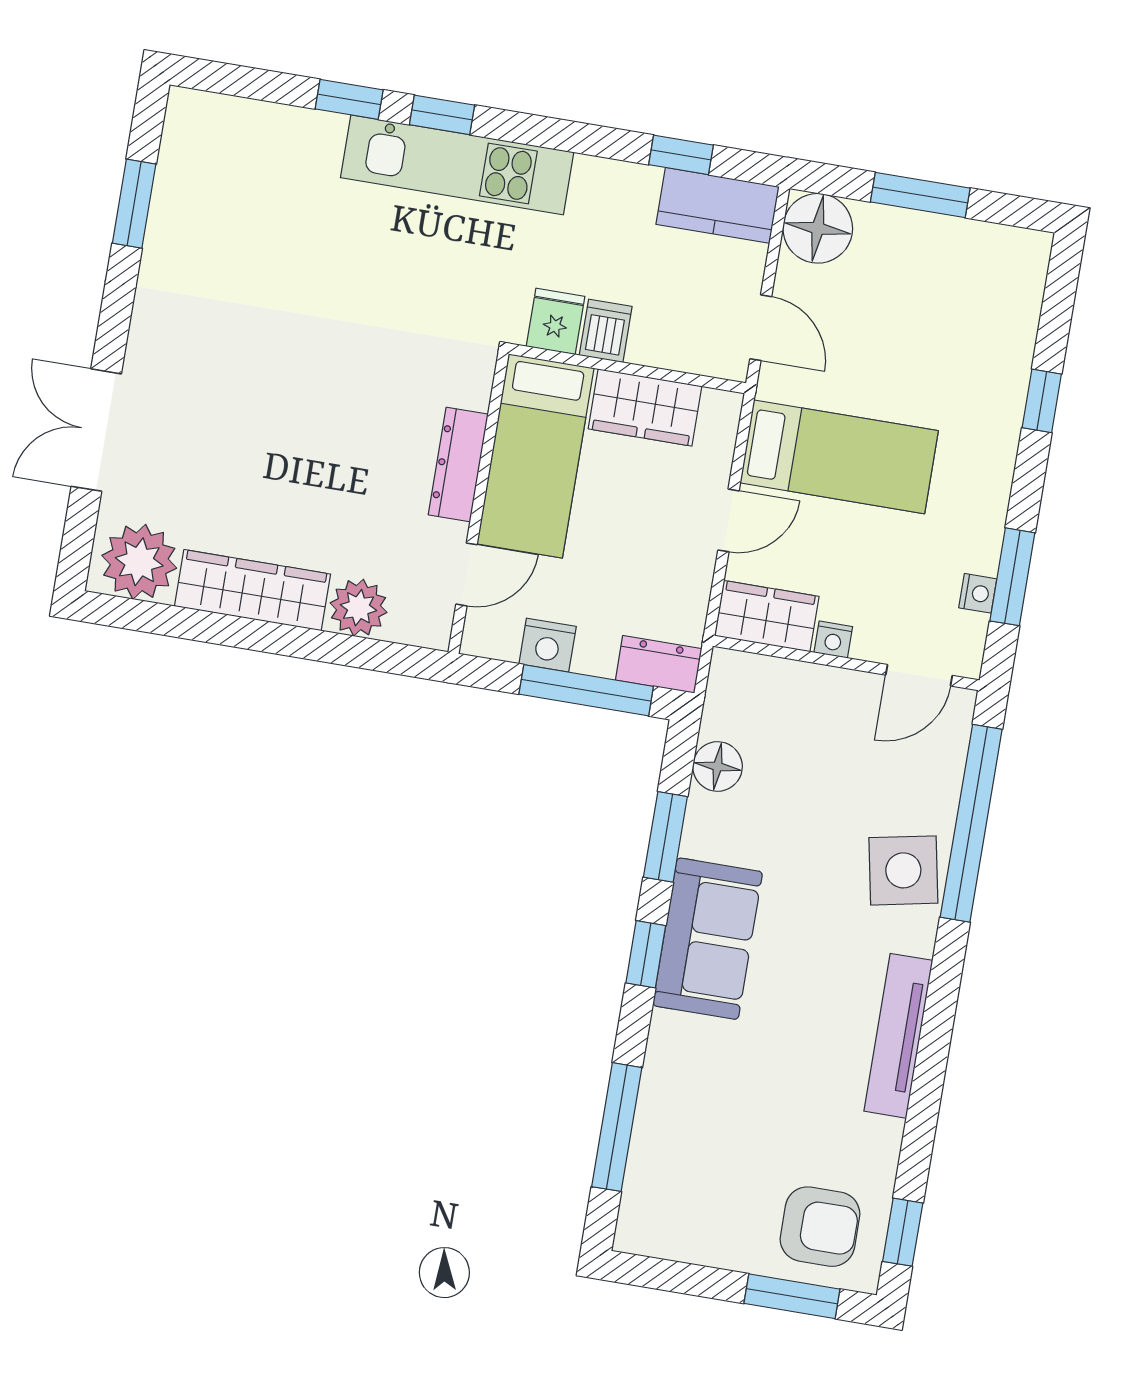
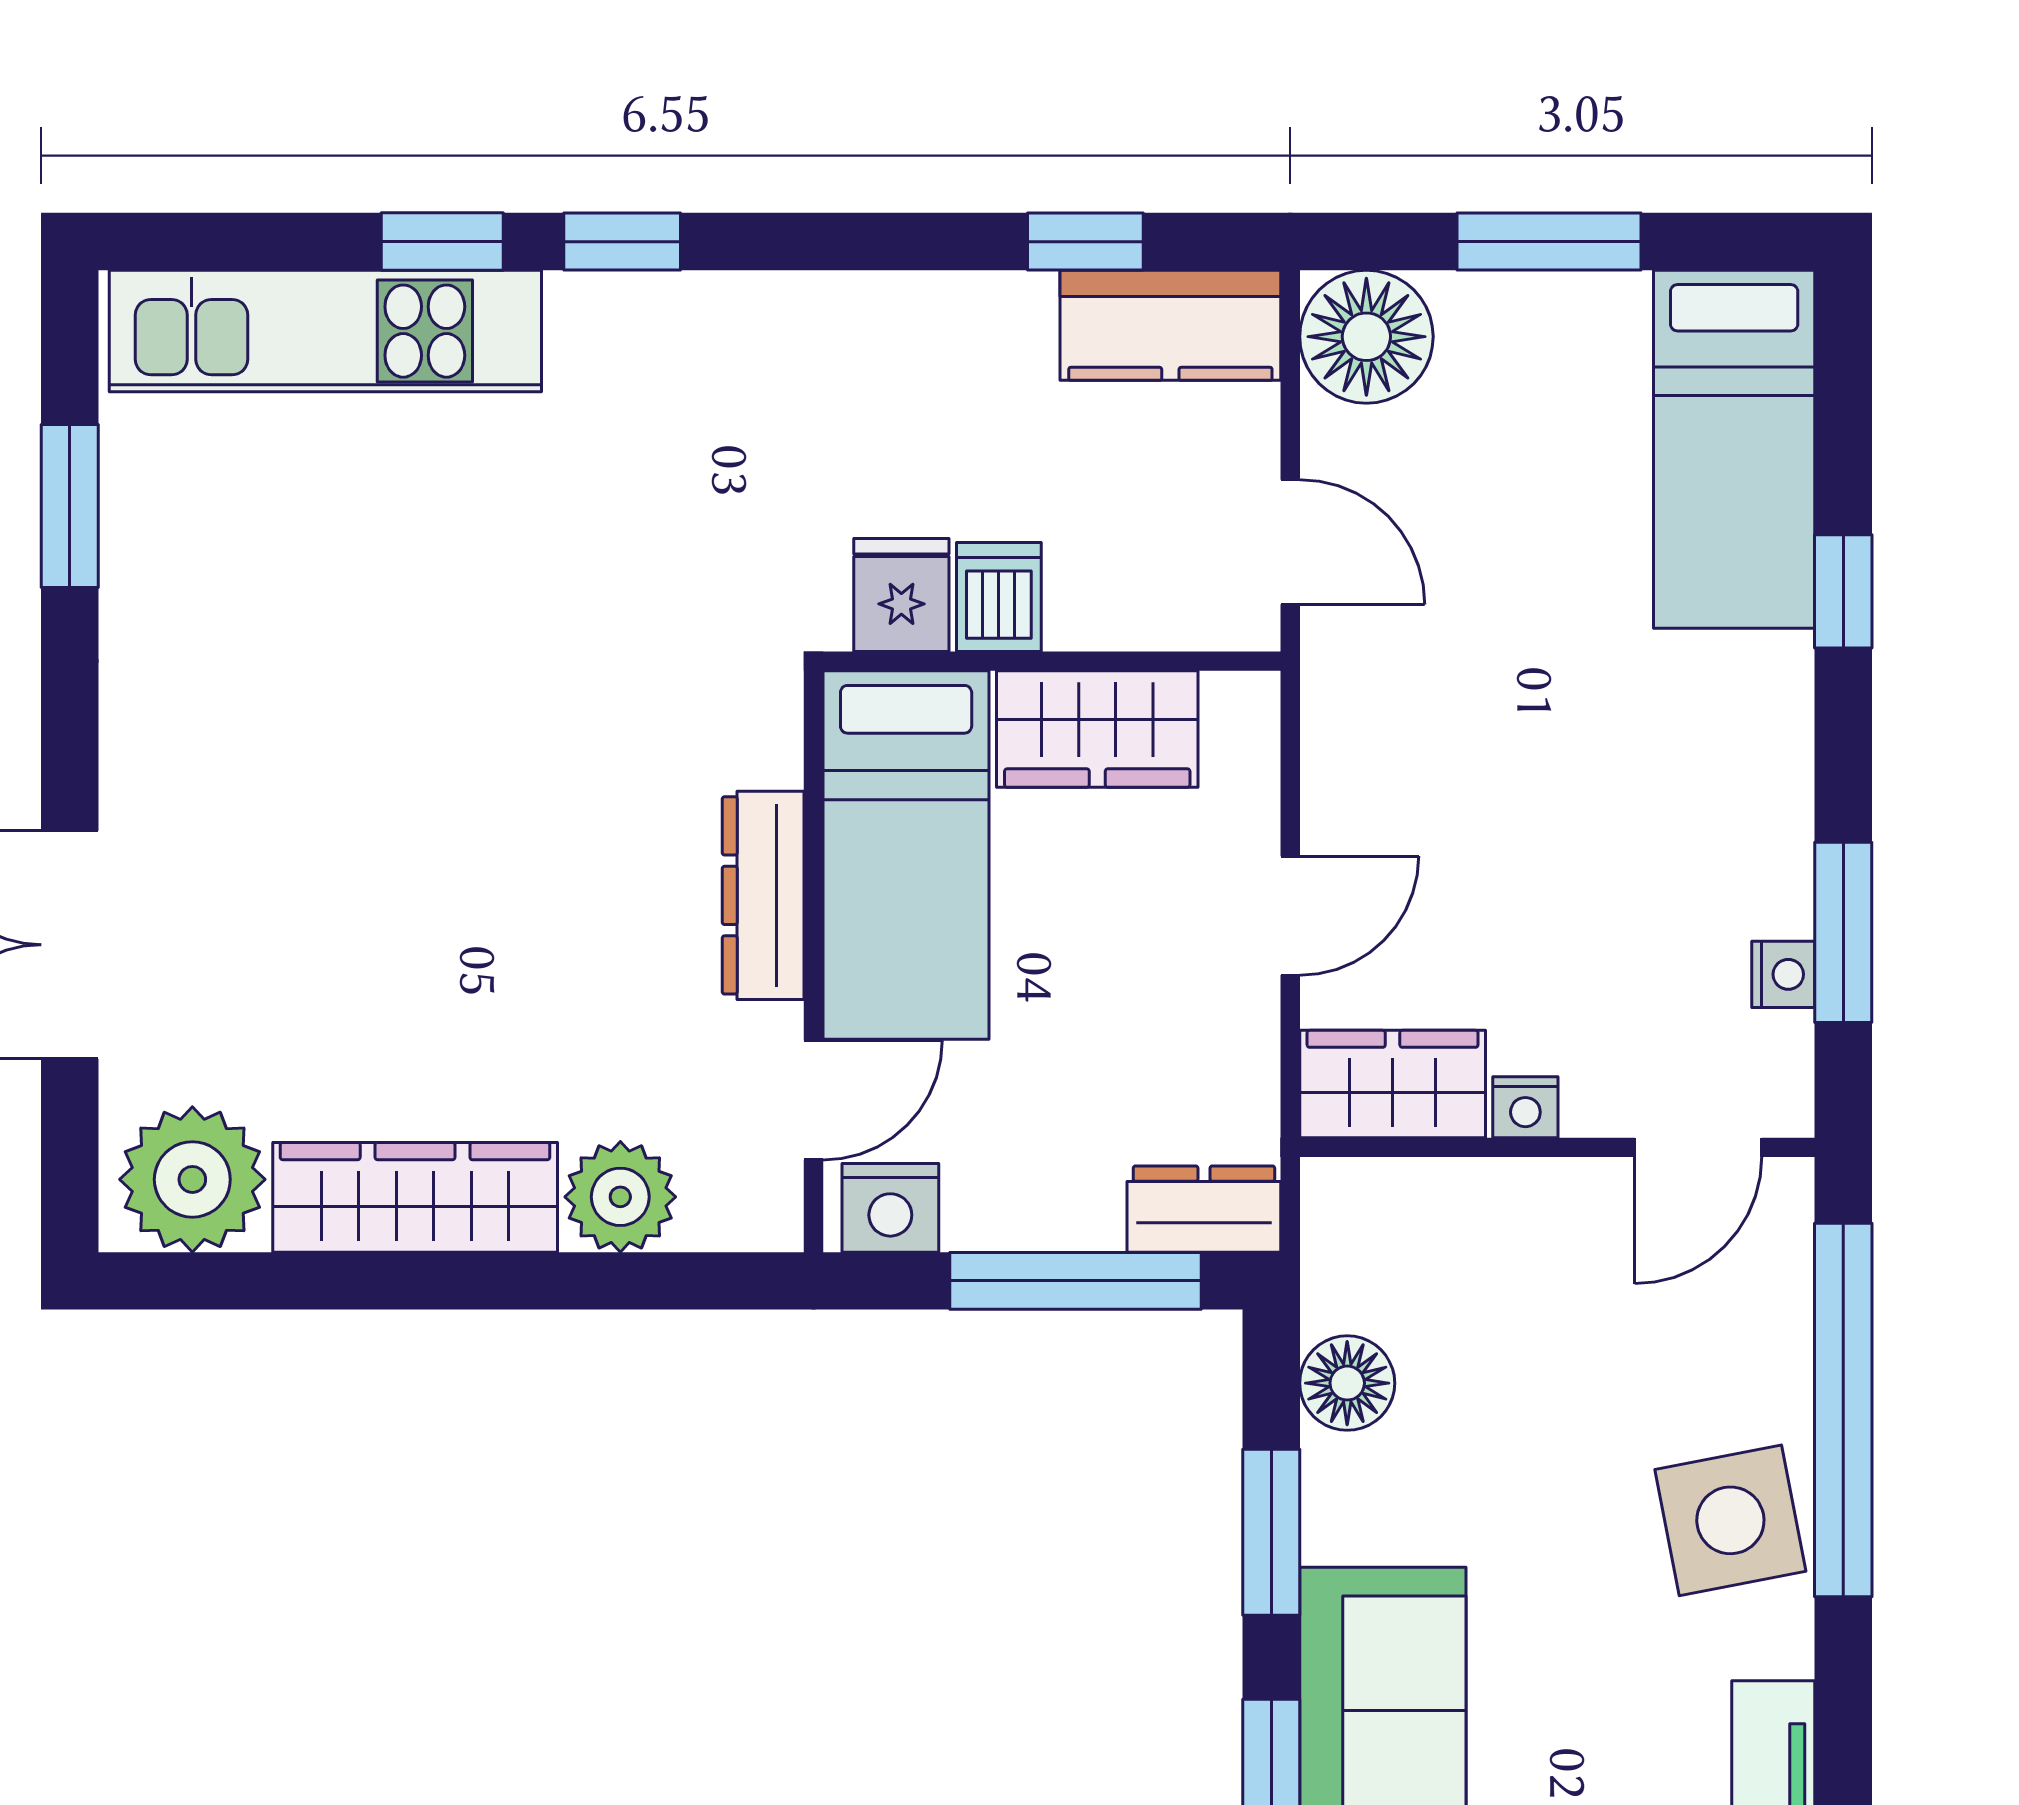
kitchen unit: (457, 165) -> (325, 331), moved
bed: (839, 457) -> (1734, 449), moved, turned 90
nightstand: (548, 645) -> (890, 1208), moved

